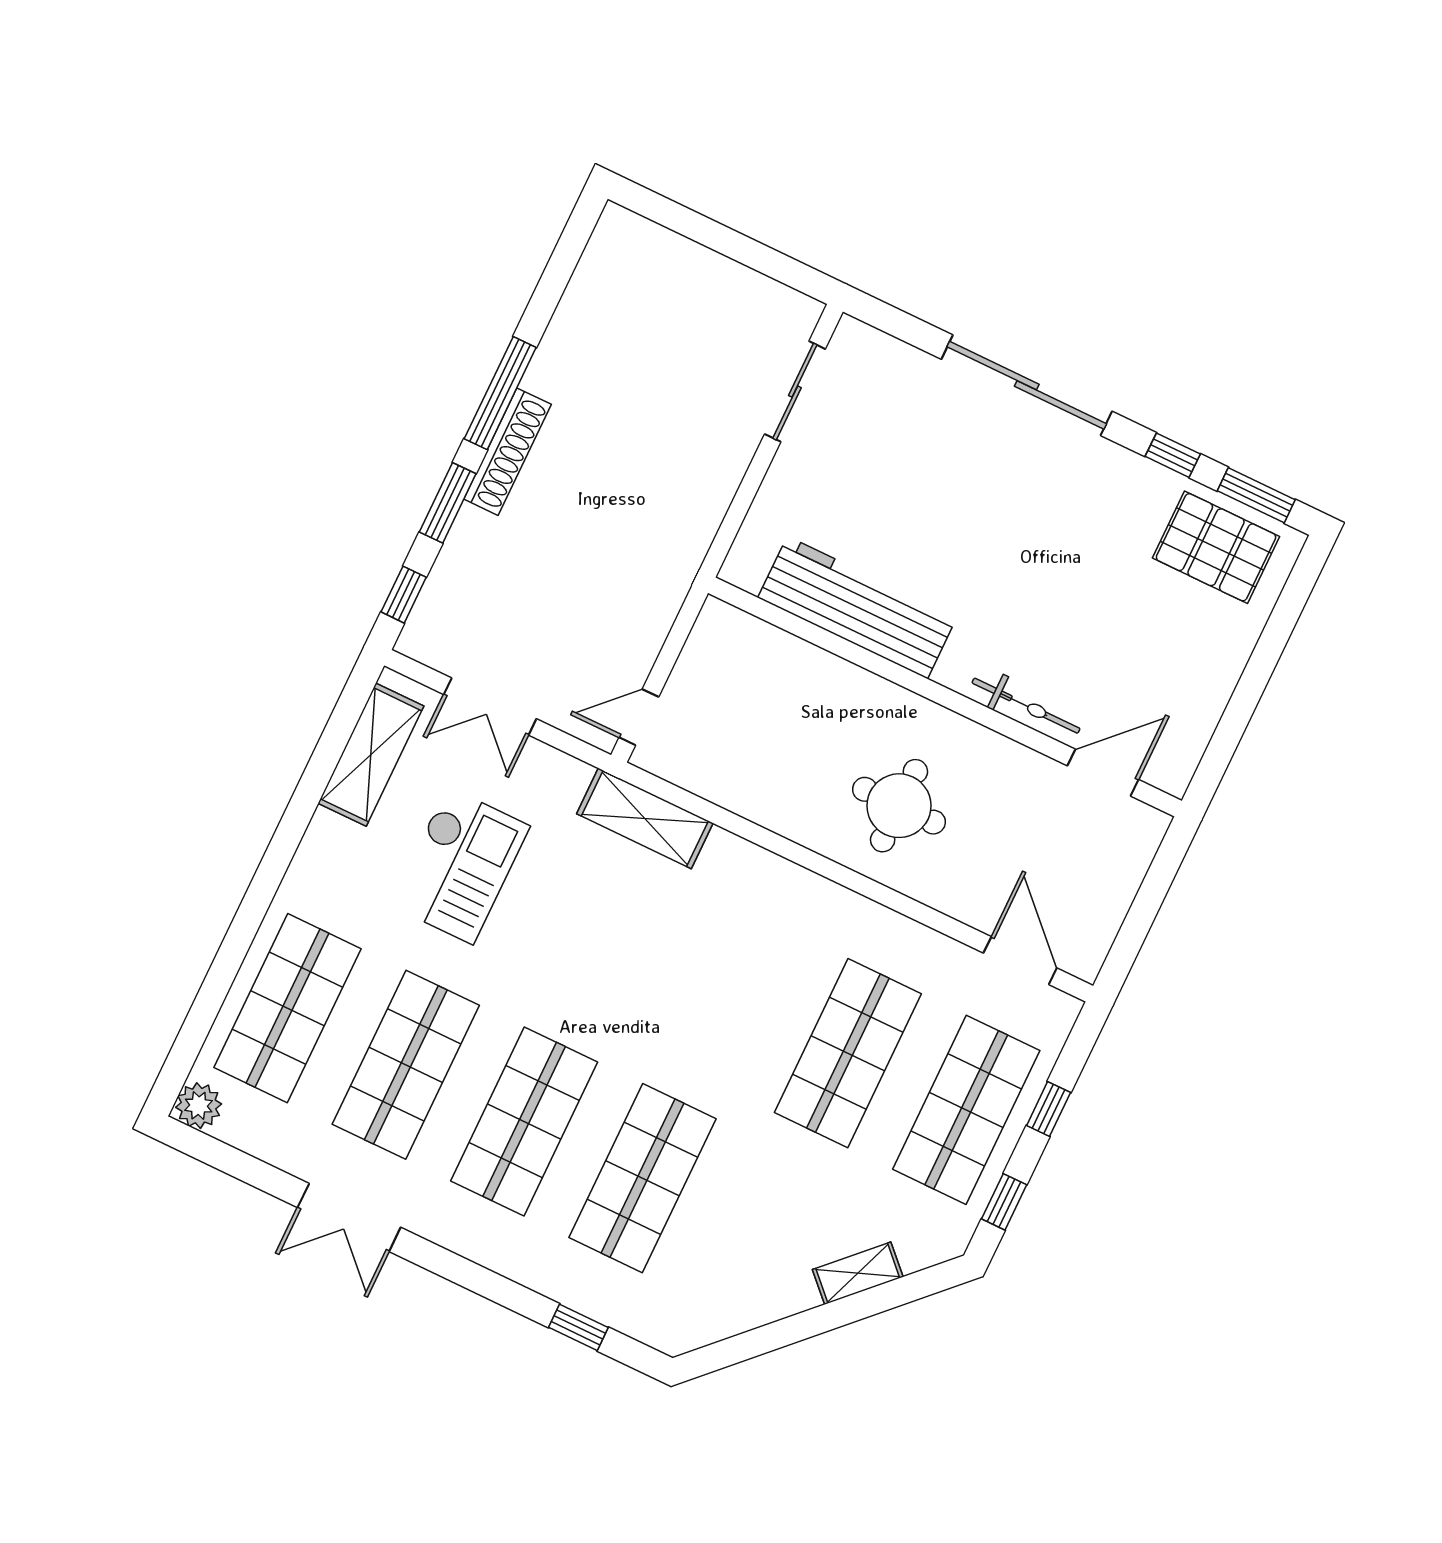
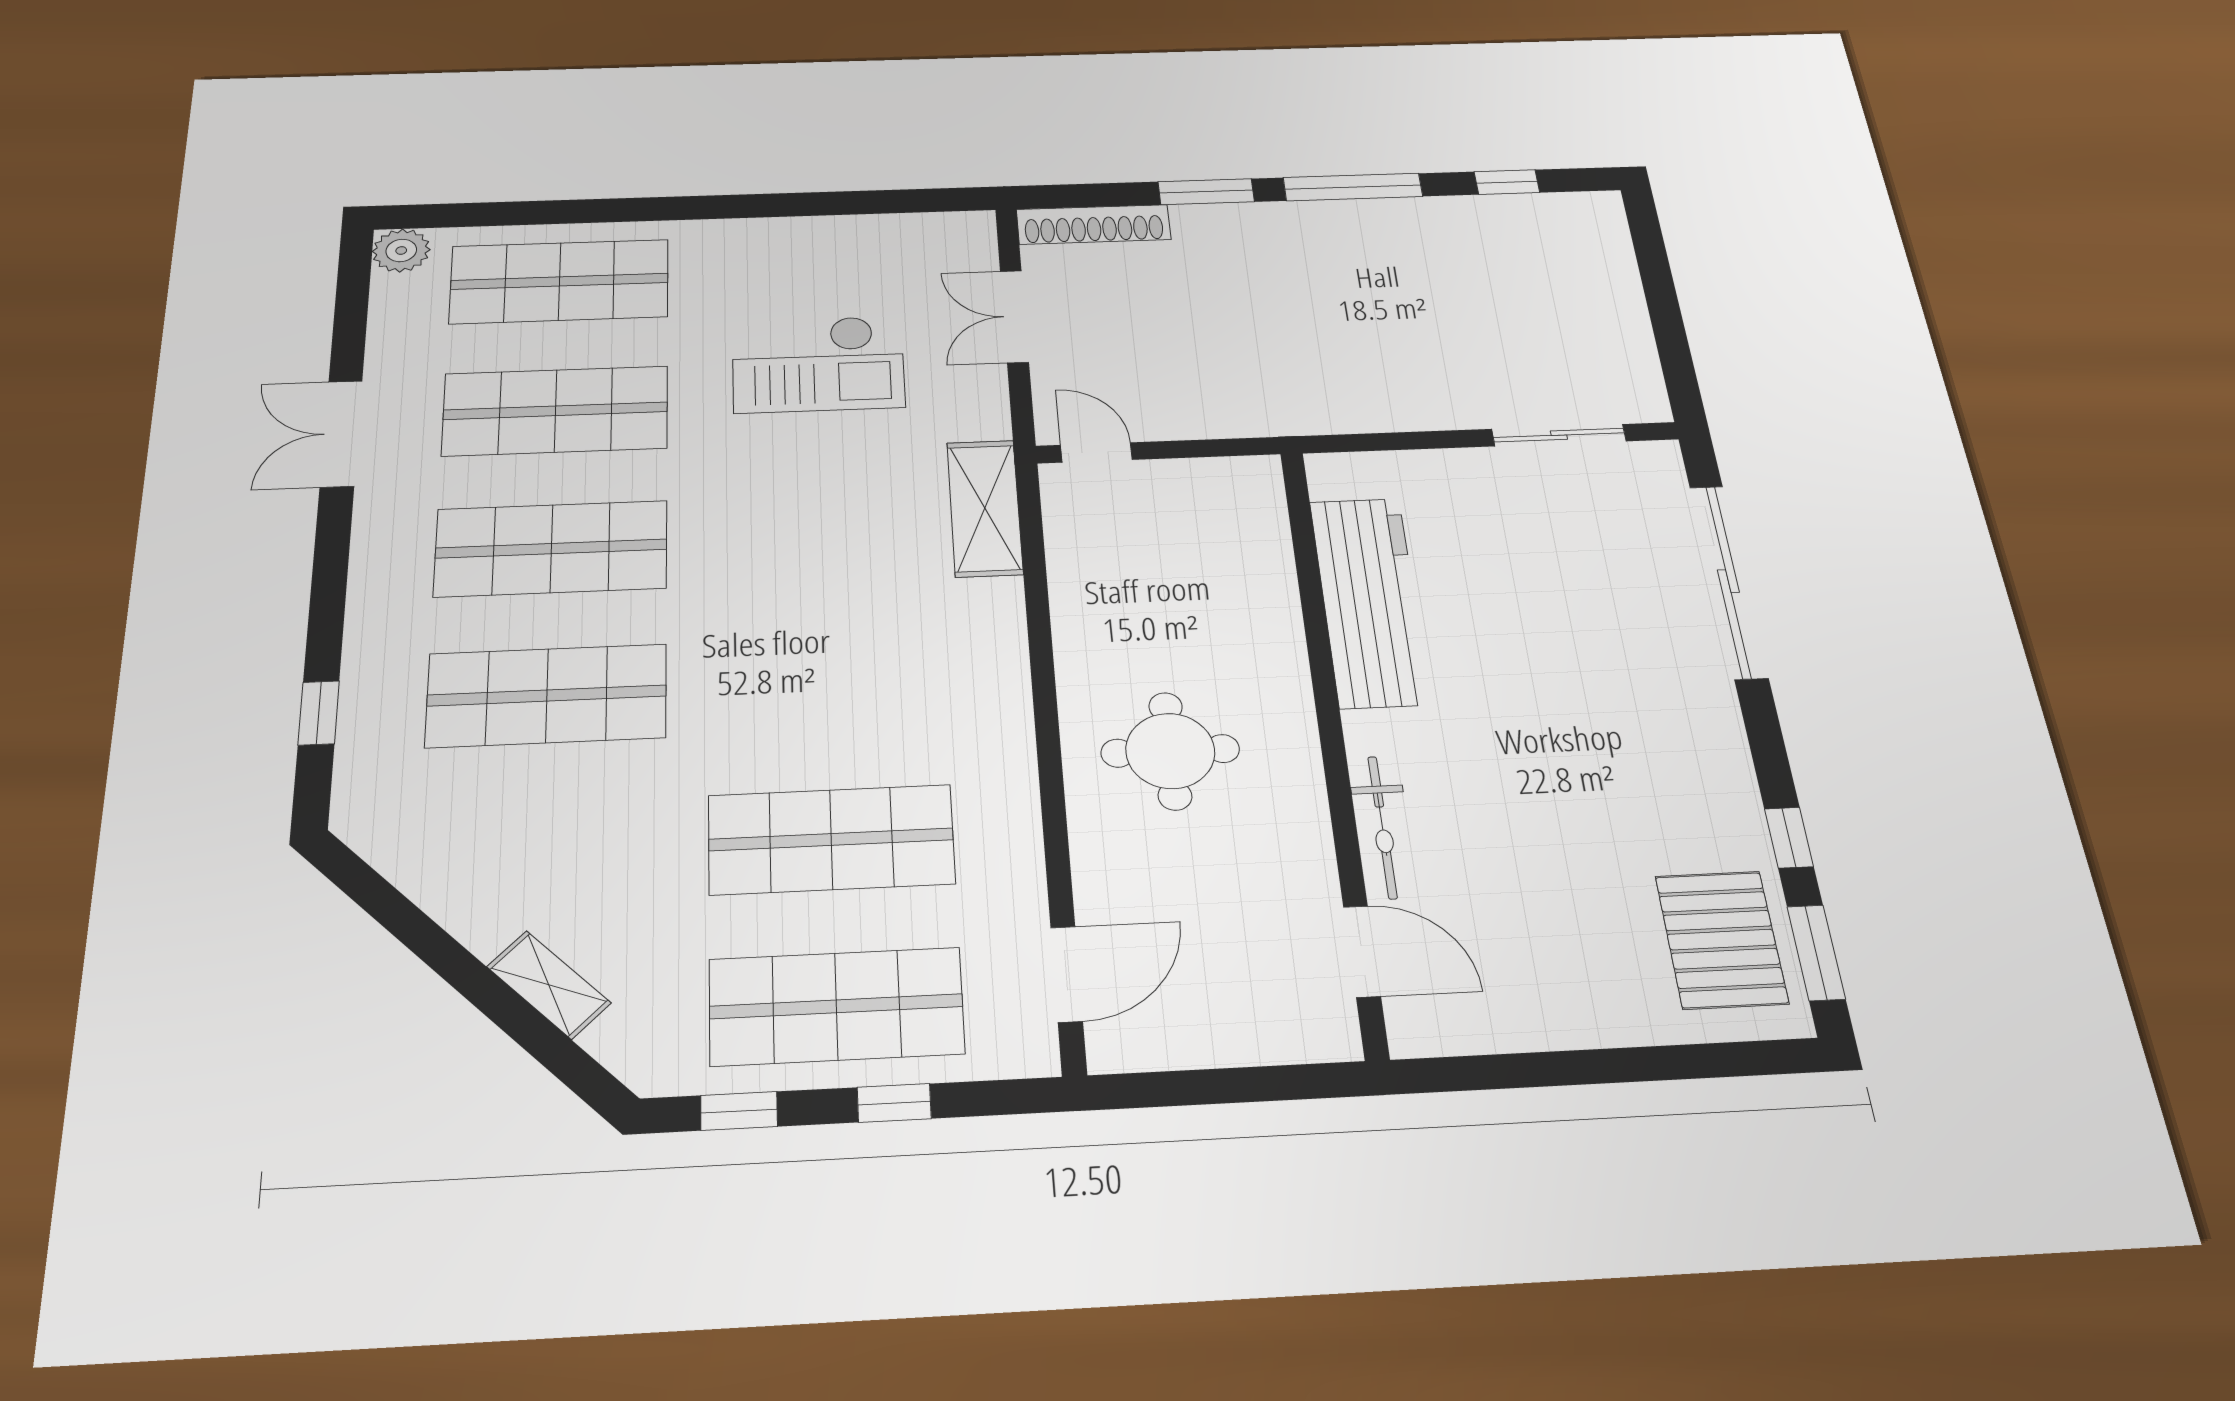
sliding door: (1027, 385) -> (1728, 581), moved
shoe rack: (507, 452) -> (1094, 224), moved
window: (404, 595) -> (1507, 182), moved
shelving: (371, 755) -> (891, 238), removed

